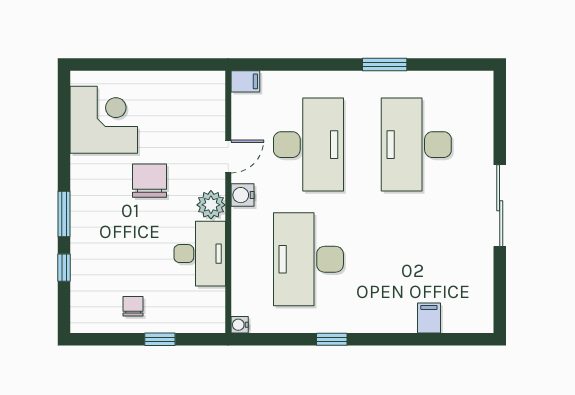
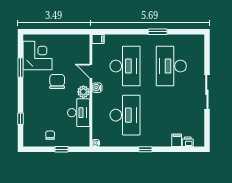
door: (228, 157) -> (91, 71), swing flipped
window: (64, 214) -> (21, 67), moved
desk: (308, 259) -> (125, 115), turned 180
printer: (455, 322) -> (188, 142), added
window: (332, 339) -> (145, 149), moved

